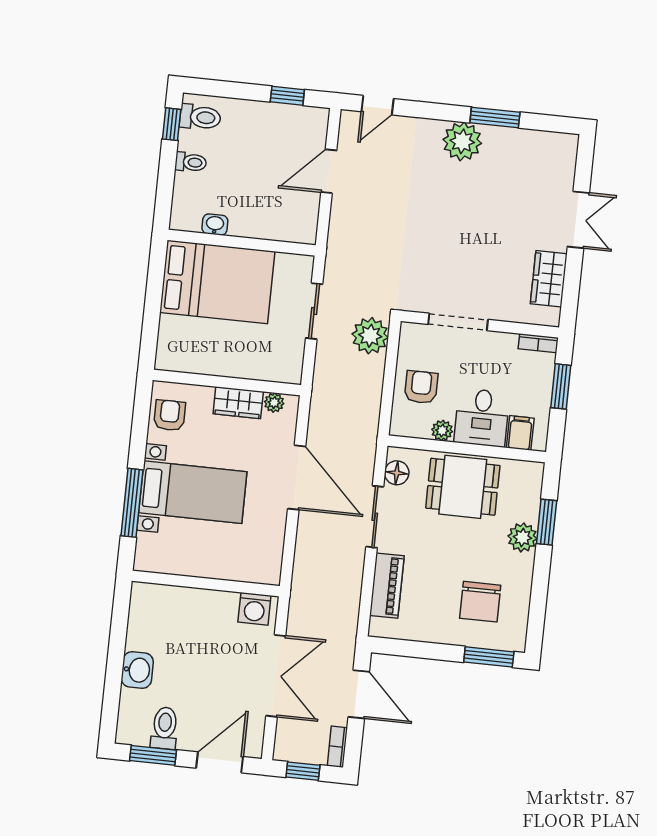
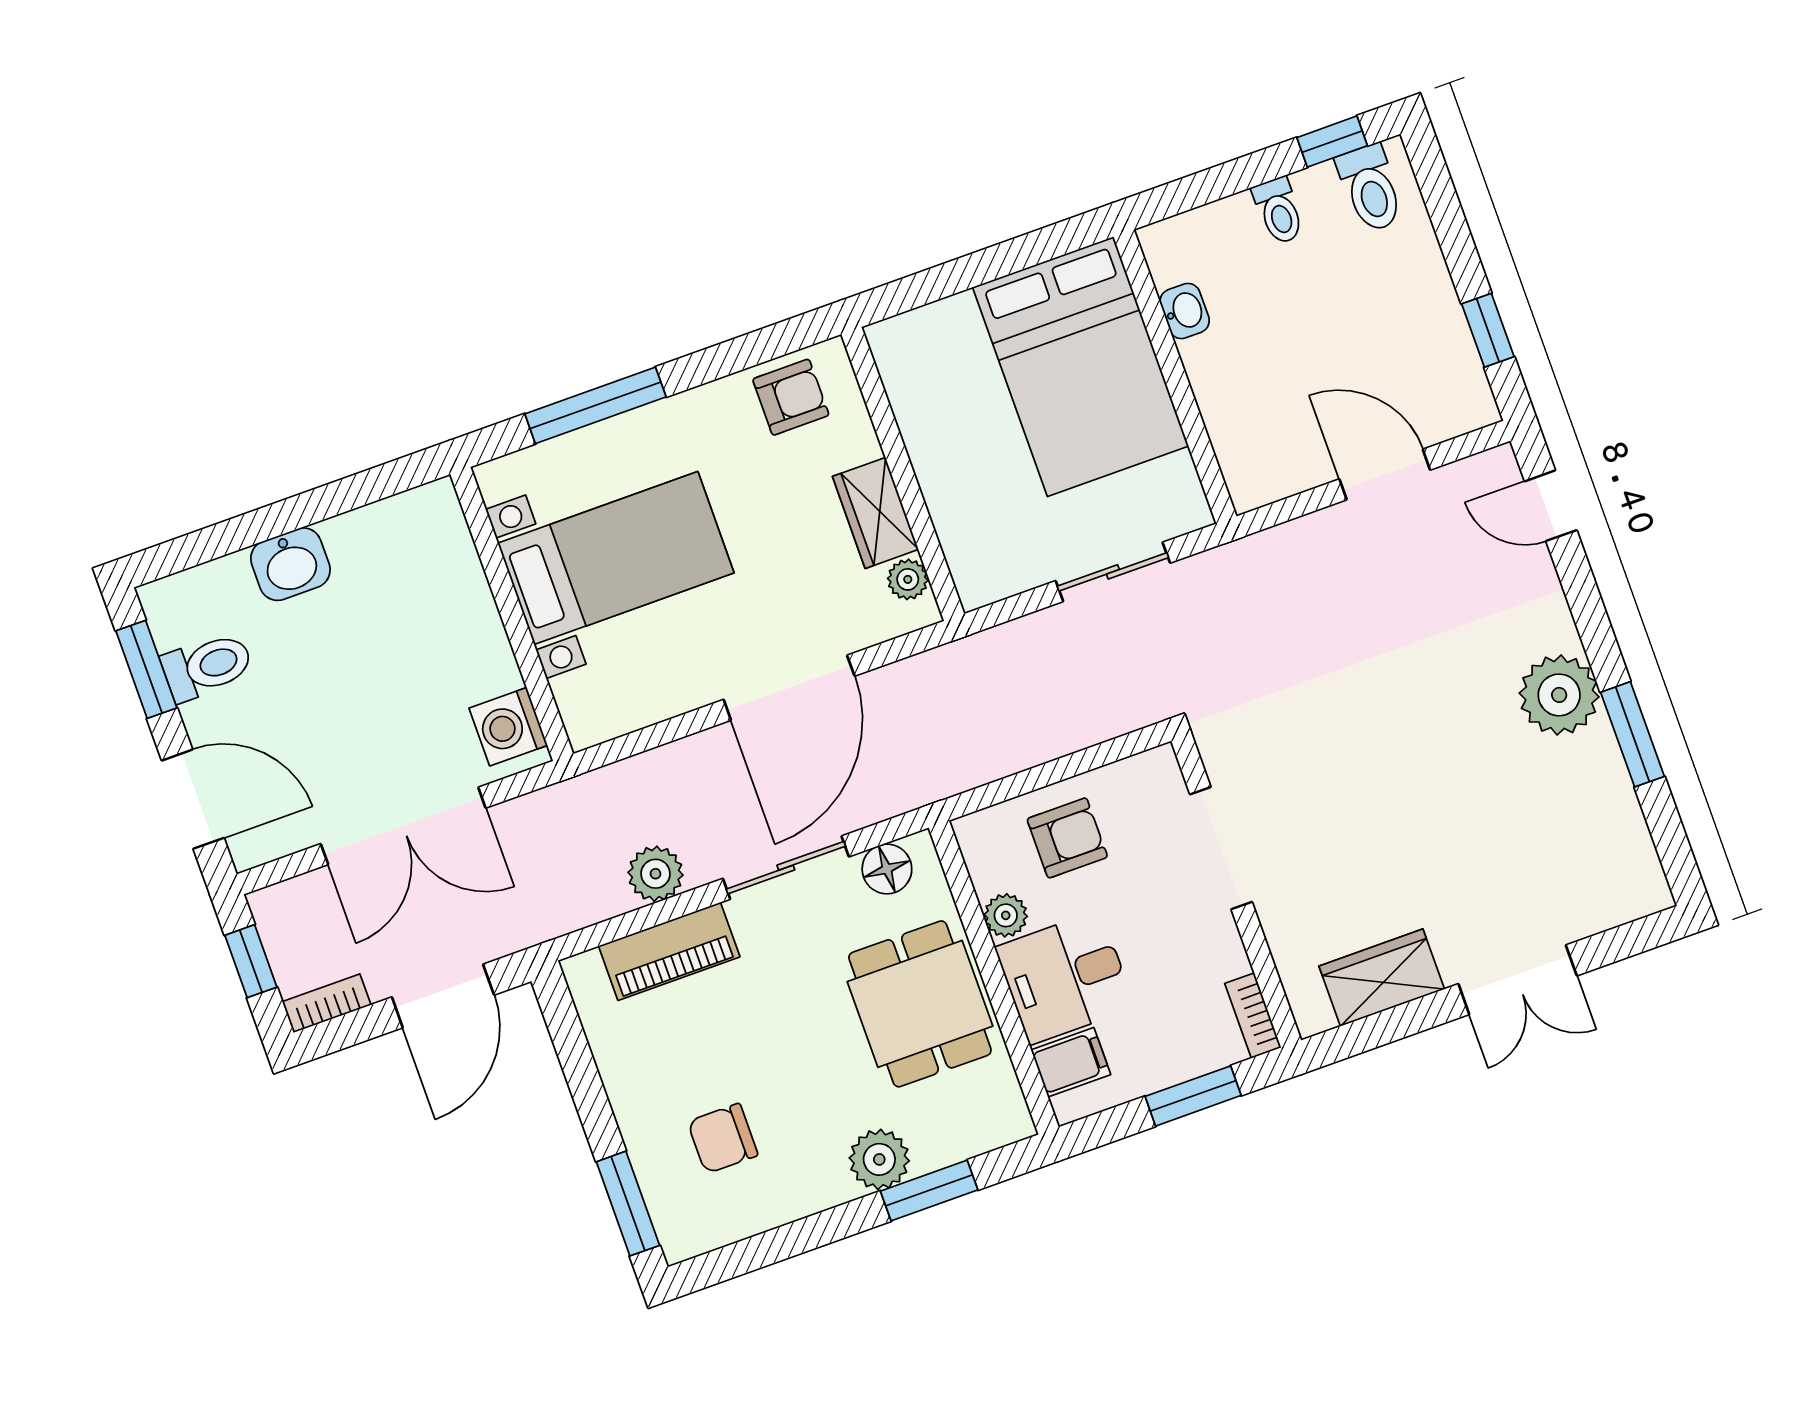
plant: (370, 336) -> (655, 874), moved, width x0.73, depth x0.73
bed with nightstands: (193, 492) -> (616, 558), moved, turned -90
chair: (480, 602) -> (723, 1138), width x0.73, depth x0.73

